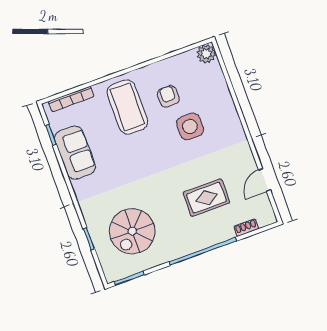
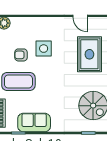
door: (265, 180) -> (80, 16), moved
rug: (206, 198) -> (89, 54), width x1.36, depth x1.43

